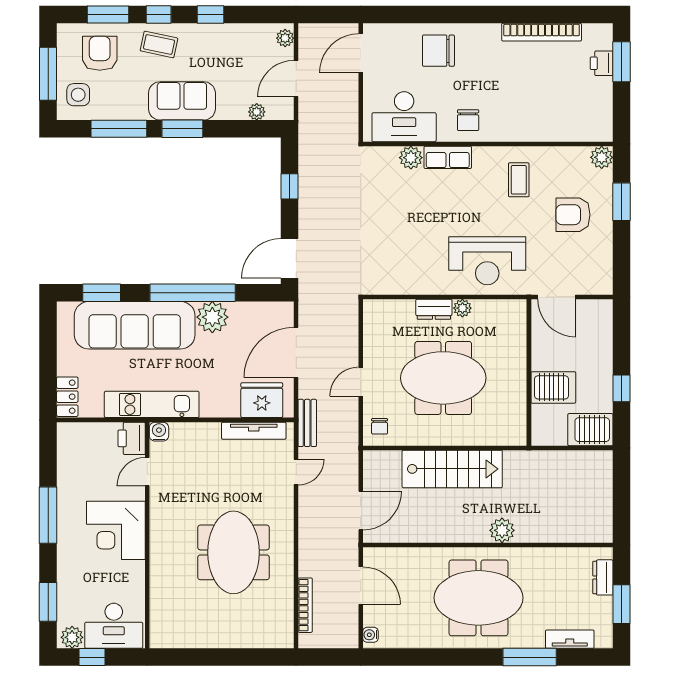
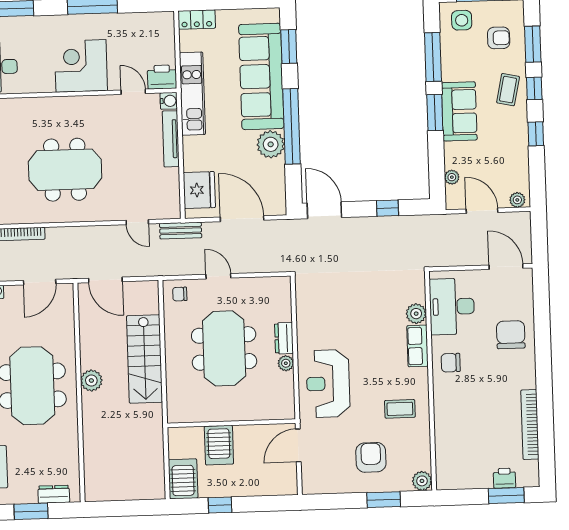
armchair: (100, 53) -> (499, 38), width x0.72, depth x0.72
tv unit: (254, 431) -> (171, 139), moved
plant: (502, 530) -> (91, 381), moved

